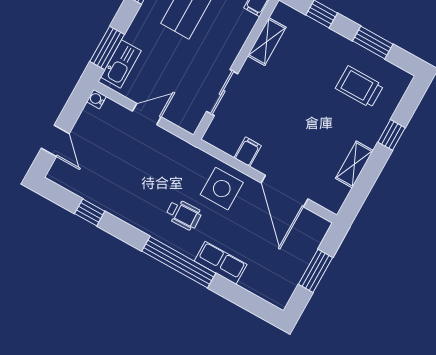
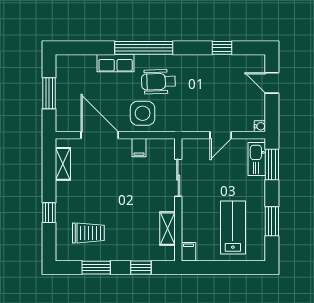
shelving: (354, 164) -> (63, 164), moved
wheelchair: (184, 214) -> (158, 82), width x1.36, depth x1.37

